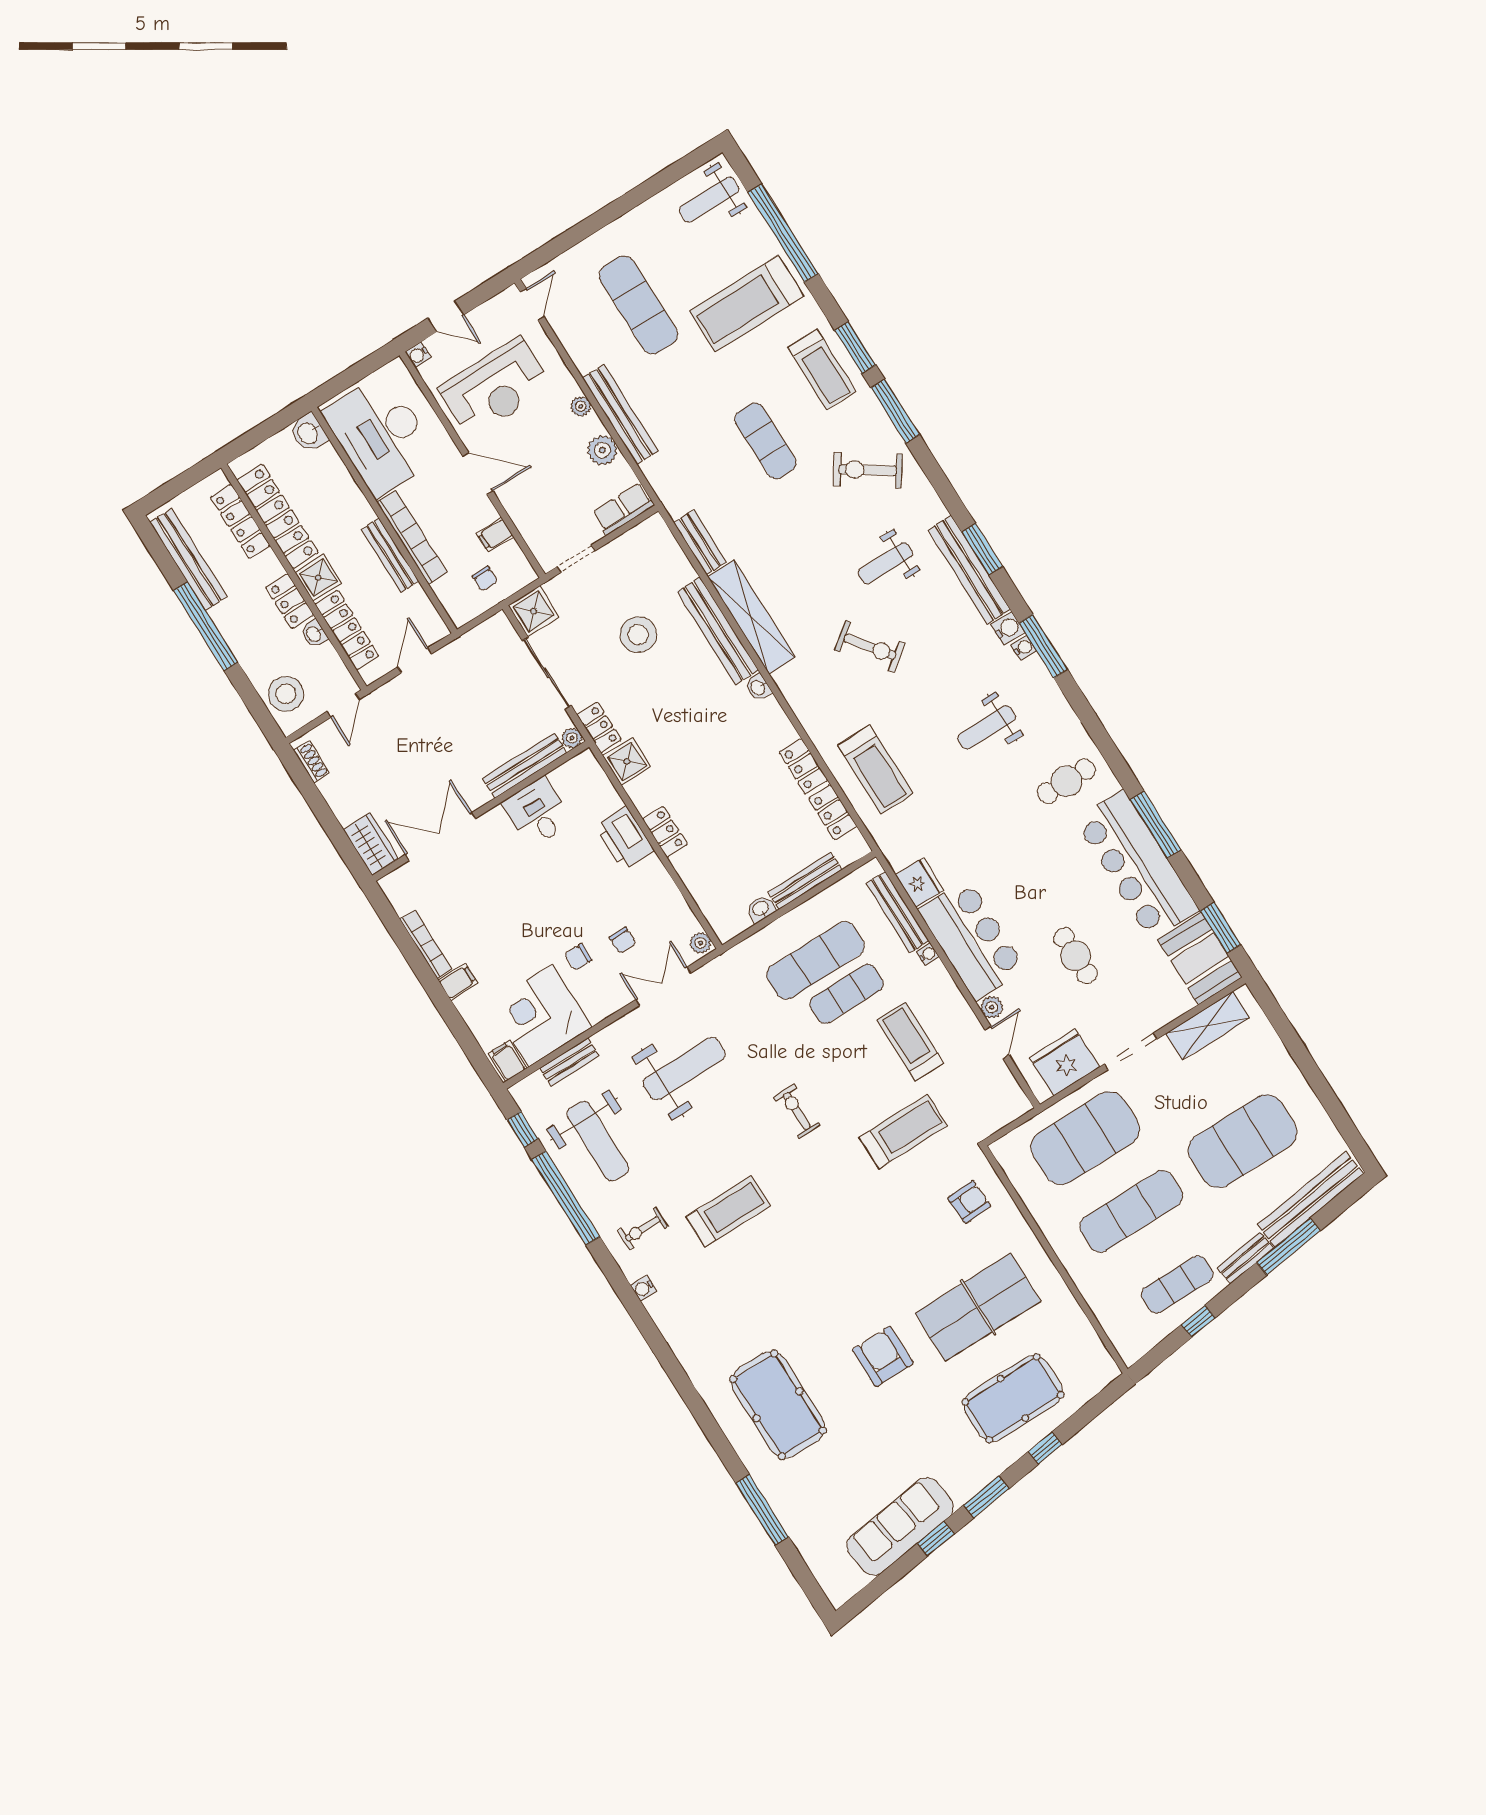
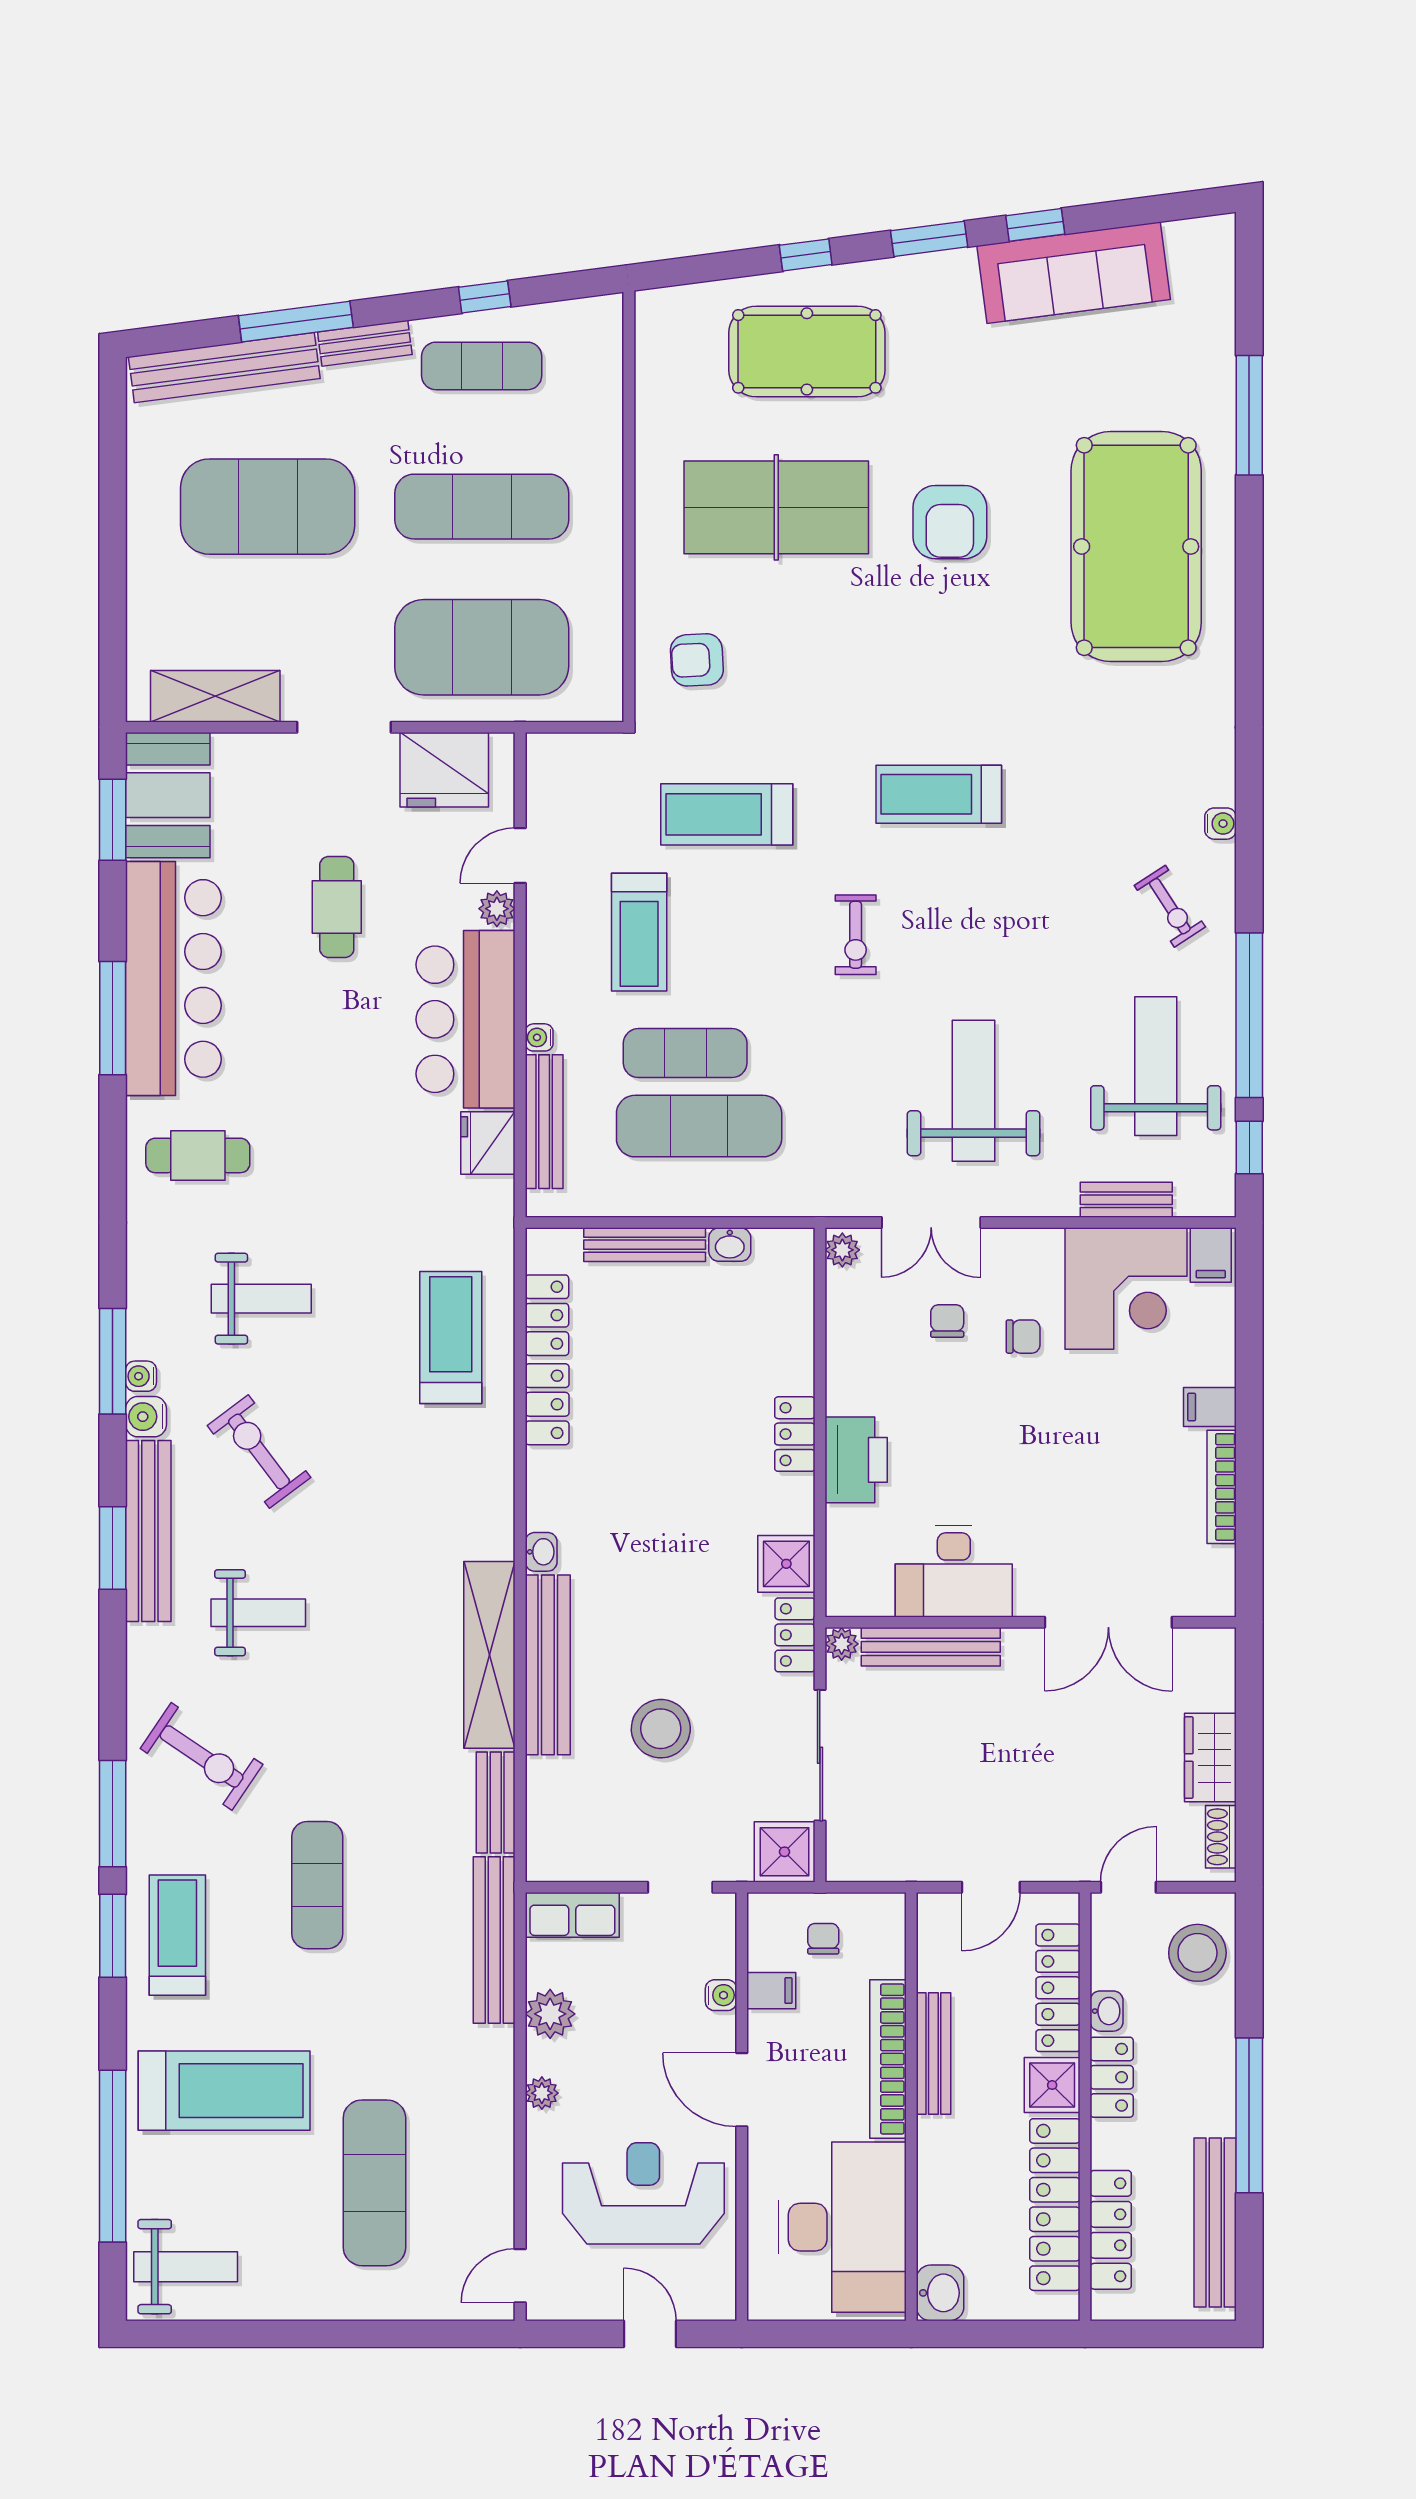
water cooler: (418, 355) -> (721, 1995), moved
bench: (620, 415) -> (494, 1940), moved
exercise bike: (870, 647) -> (259, 1452), moved
desk: (537, 812) -> (954, 1571), width x1.37
wardrobe: (371, 844) -> (1210, 1758), moved
weight bench: (684, 1069) -> (973, 1091), turned 90
treadmill: (728, 1211) -> (939, 794), moved
exercise bike: (643, 1229) -> (1170, 906), turned 57
pool table: (778, 1405) -> (1136, 546), width x1.36, depth x1.32

